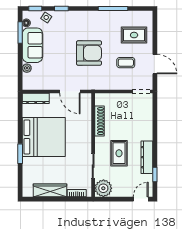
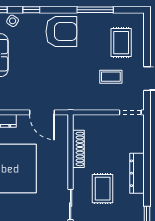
rug: (134, 35) -> (121, 43), turned 90
armchair: (89, 53) -> (61, 32), moved
dresser: (147, 157) -> (137, 173), moved

